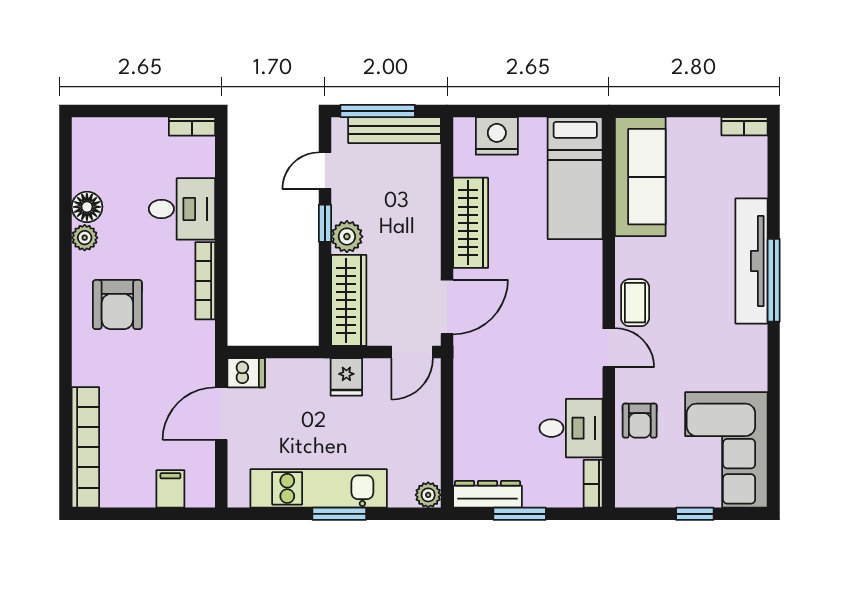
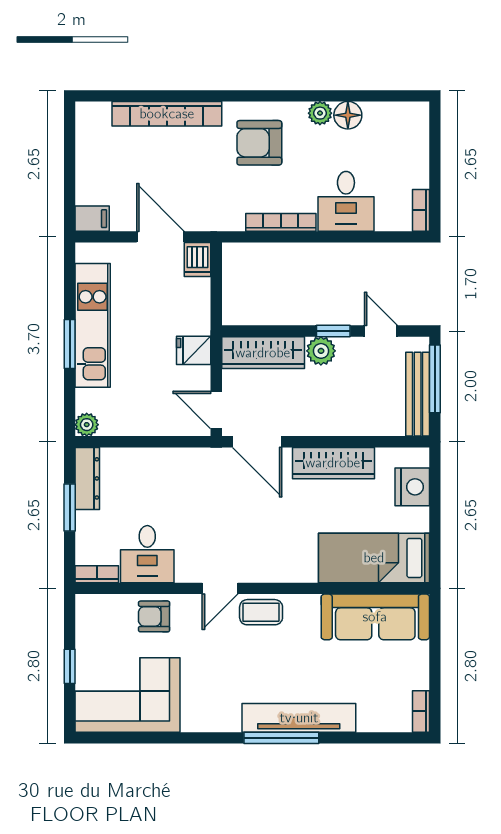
bookcase: (85, 447) -> (167, 114), moved
filing cabinet: (170, 489) -> (92, 219), moved

